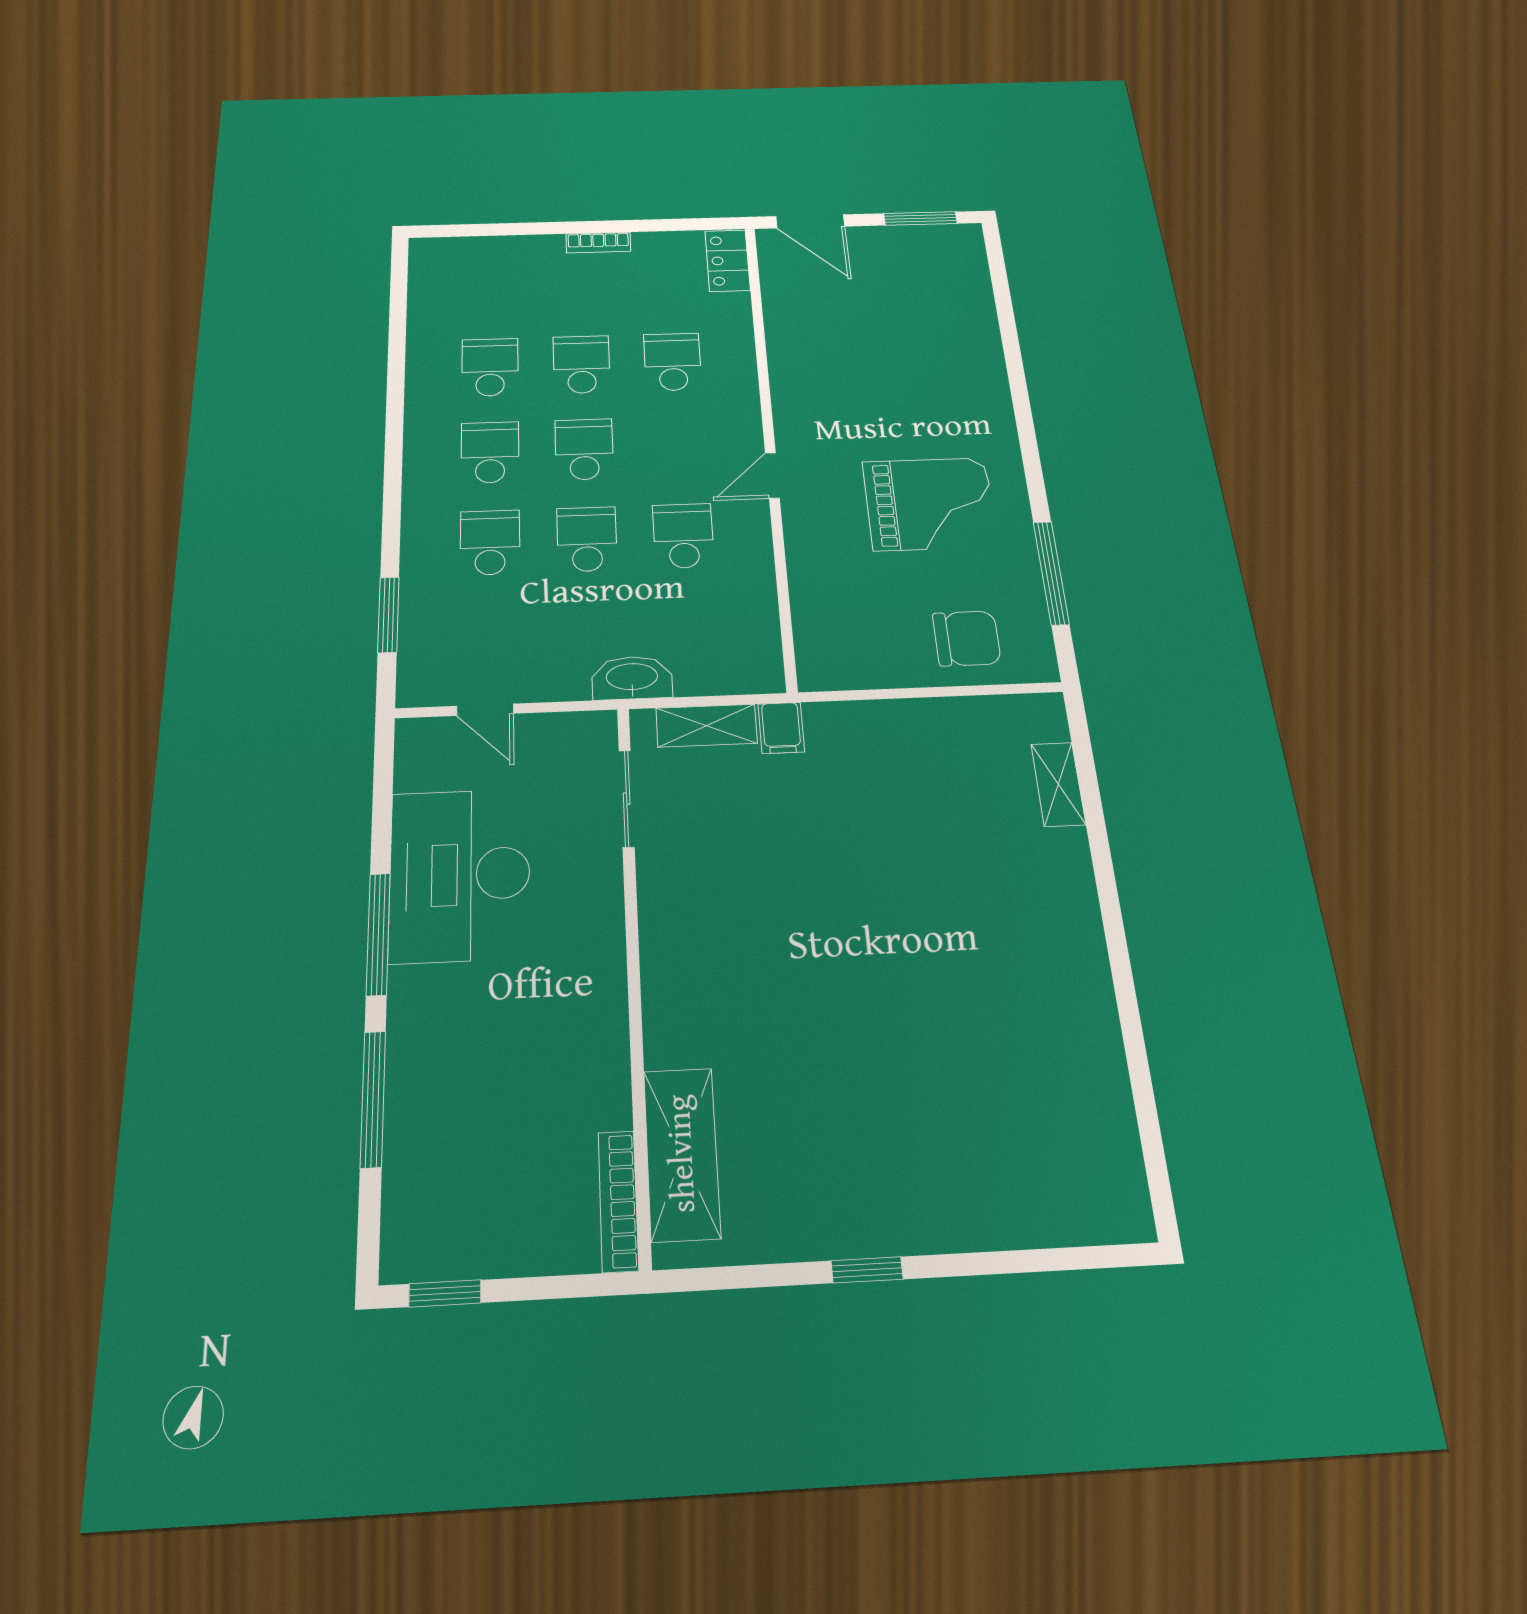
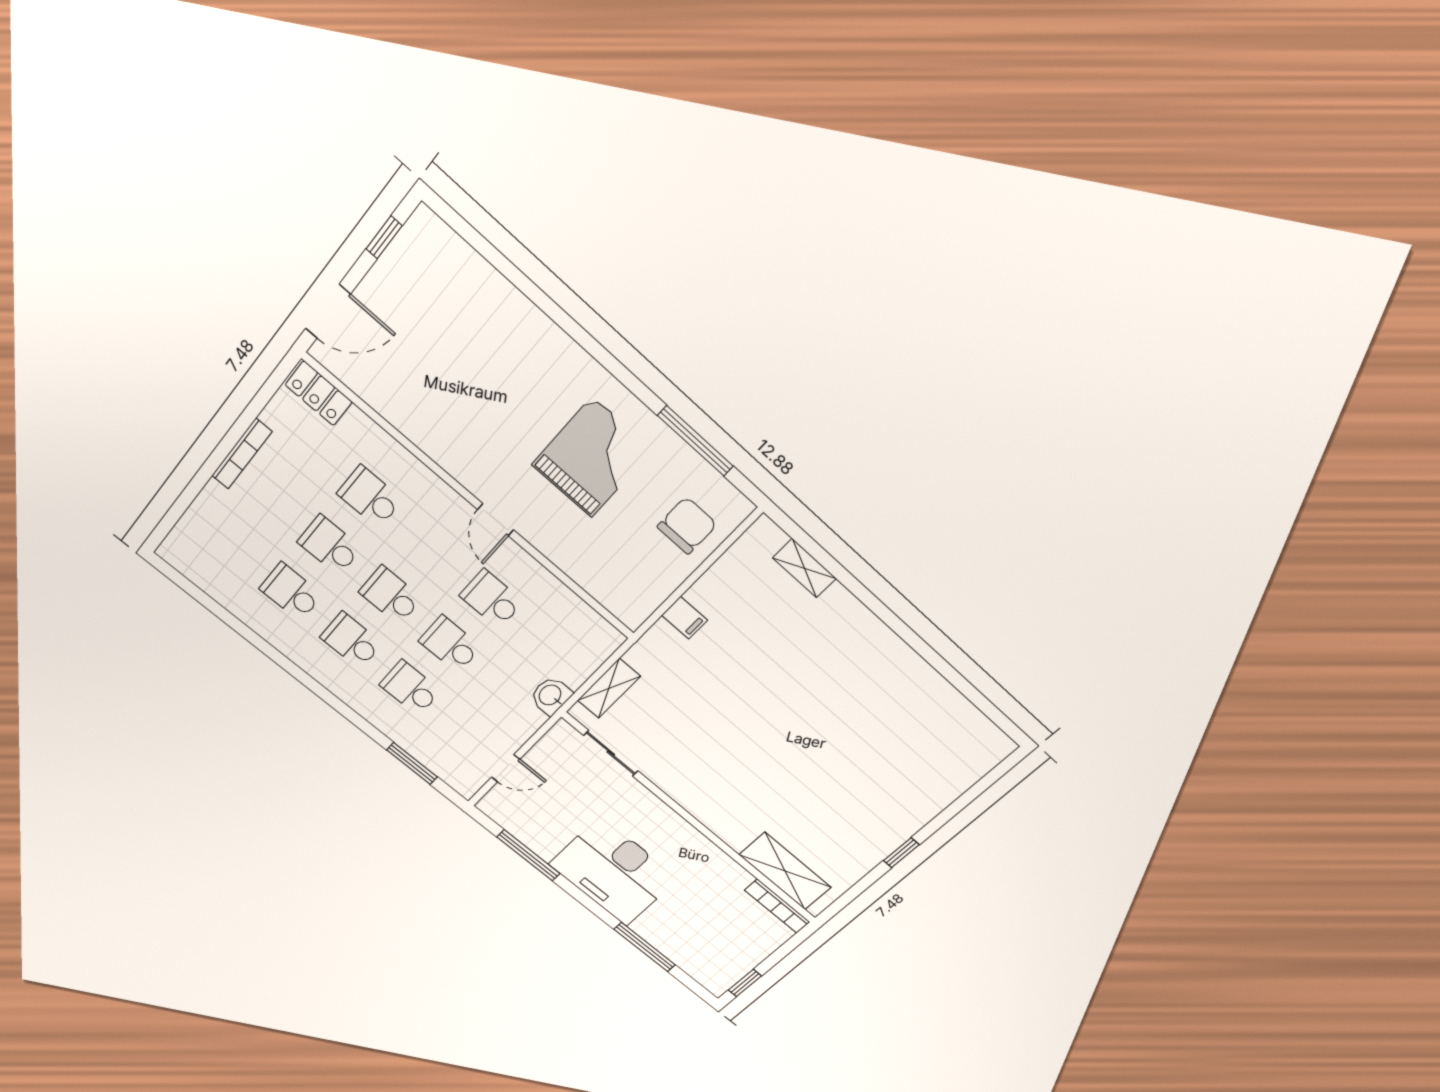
window: (920, 218) -> (384, 237), width x0.67
bookcase: (598, 243) -> (242, 454), width x1.56
washbasin: (632, 678) -> (551, 696), width x0.72
filing cabinet: (781, 728) -> (685, 618), moved
desk: (460, 875) -> (613, 871), moved
window: (378, 934) -> (528, 855), moved

